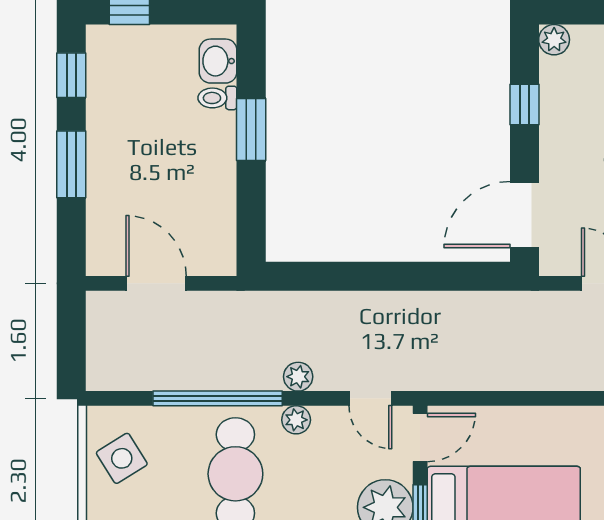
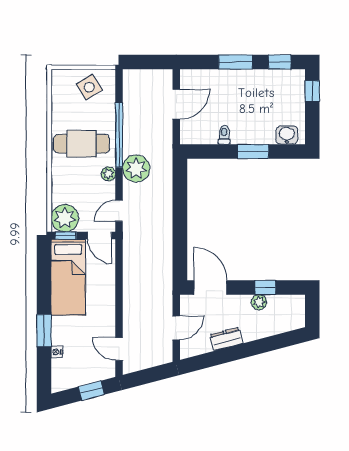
plant: (554, 40) -> (259, 302), moved
toilet: (217, 98) -> (224, 135), moved
plant: (298, 377) -> (136, 169), width x1.87, depth x1.87

